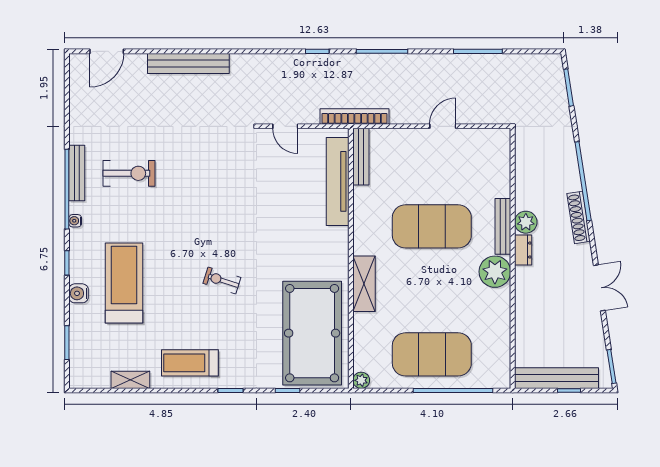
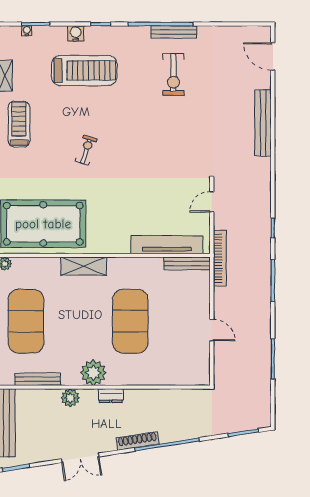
water cooler: (75, 221) -> (27, 31), moved
plant: (526, 222) -> (70, 398), moved
bench: (503, 226) -> (38, 379), moved

